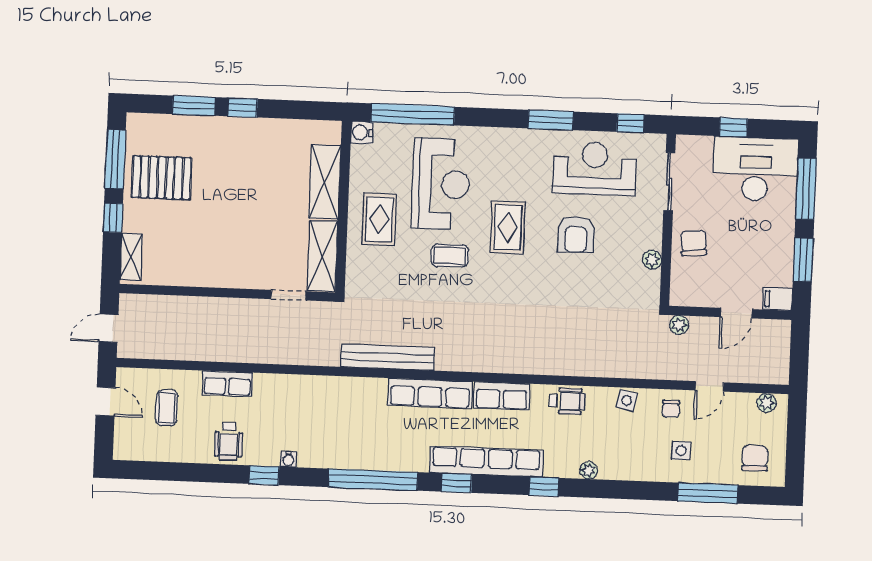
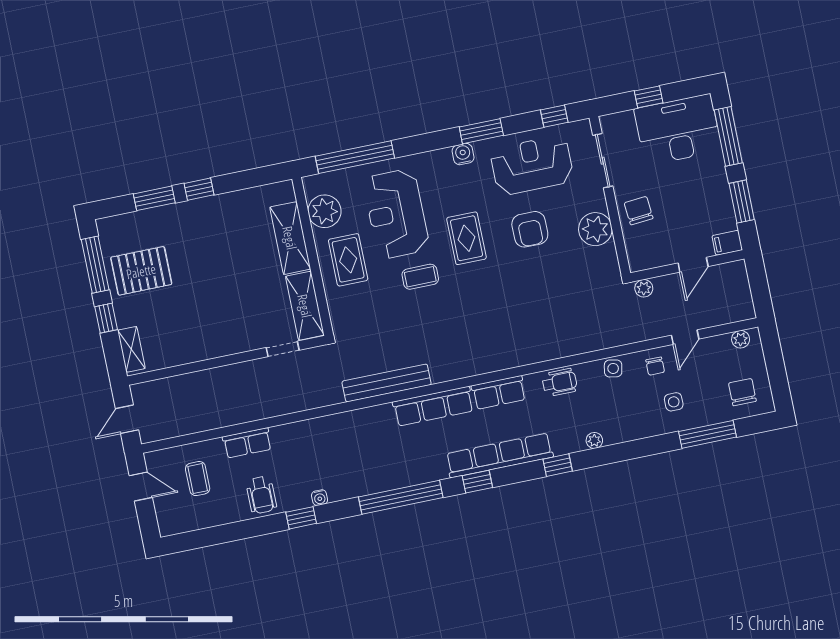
water cooler: (362, 132) -> (463, 154), moved, turned 90
plant: (367, 163) -> (324, 211), added
reception desk: (441, 184) -> (396, 214), turned 180
plant: (652, 260) -> (595, 229), width x1.88, depth x1.88

